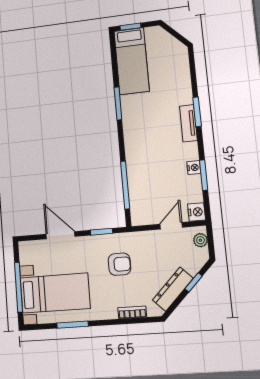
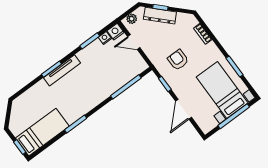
tv unit: (188, 123) -> (62, 70), width x1.41
nightstand: (194, 168) -> (105, 38), moved
dresser: (173, 289) -> (160, 16), moved

